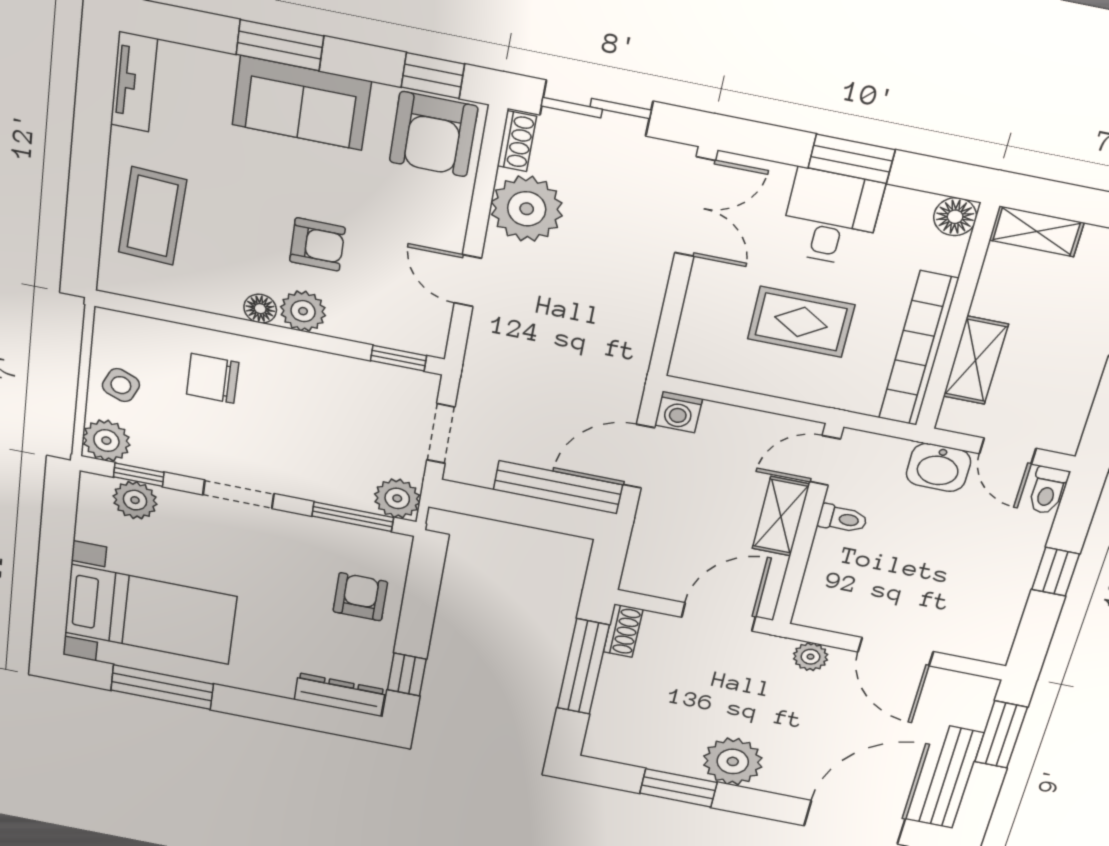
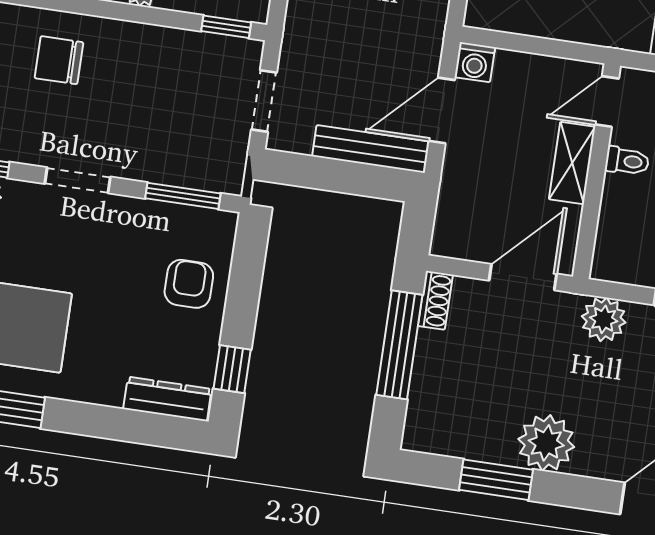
plant: (397, 498) -> (224, 173), removed
plant: (811, 657) -> (604, 319), width x1.38, depth x1.38

